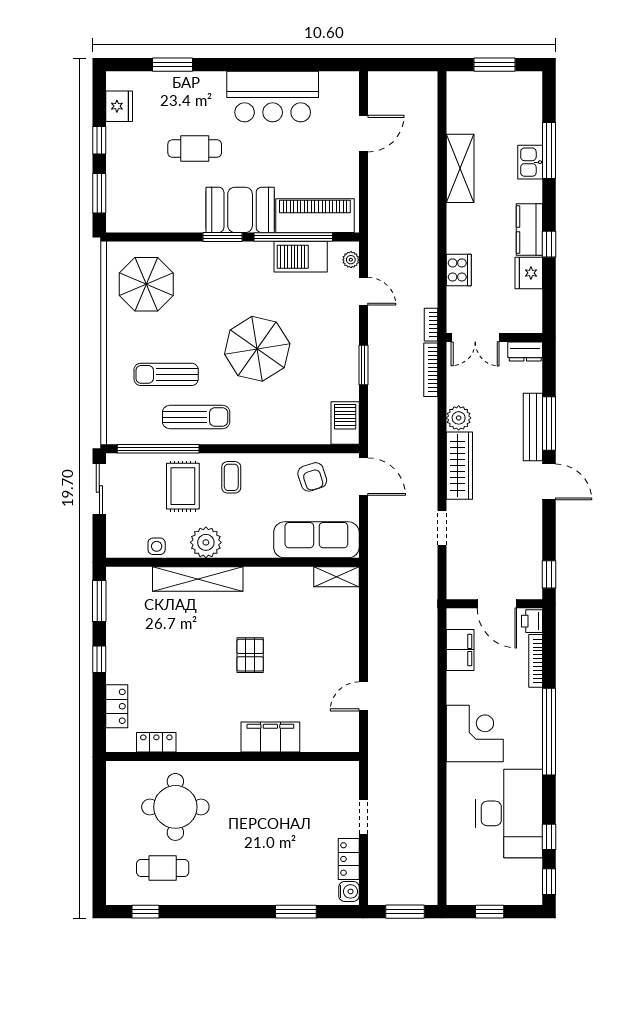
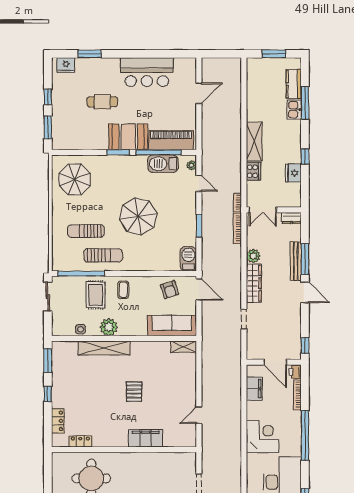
fridge: (119, 106) -> (66, 65), moved, turned 90
shelving: (460, 168) -> (254, 142), moved
kitchen counter: (529, 230) -> (294, 84), moved

